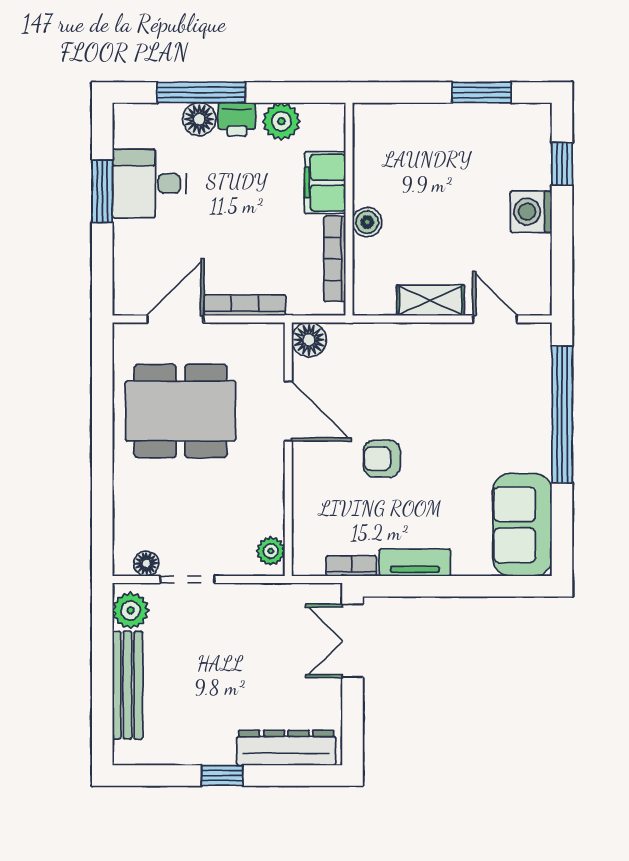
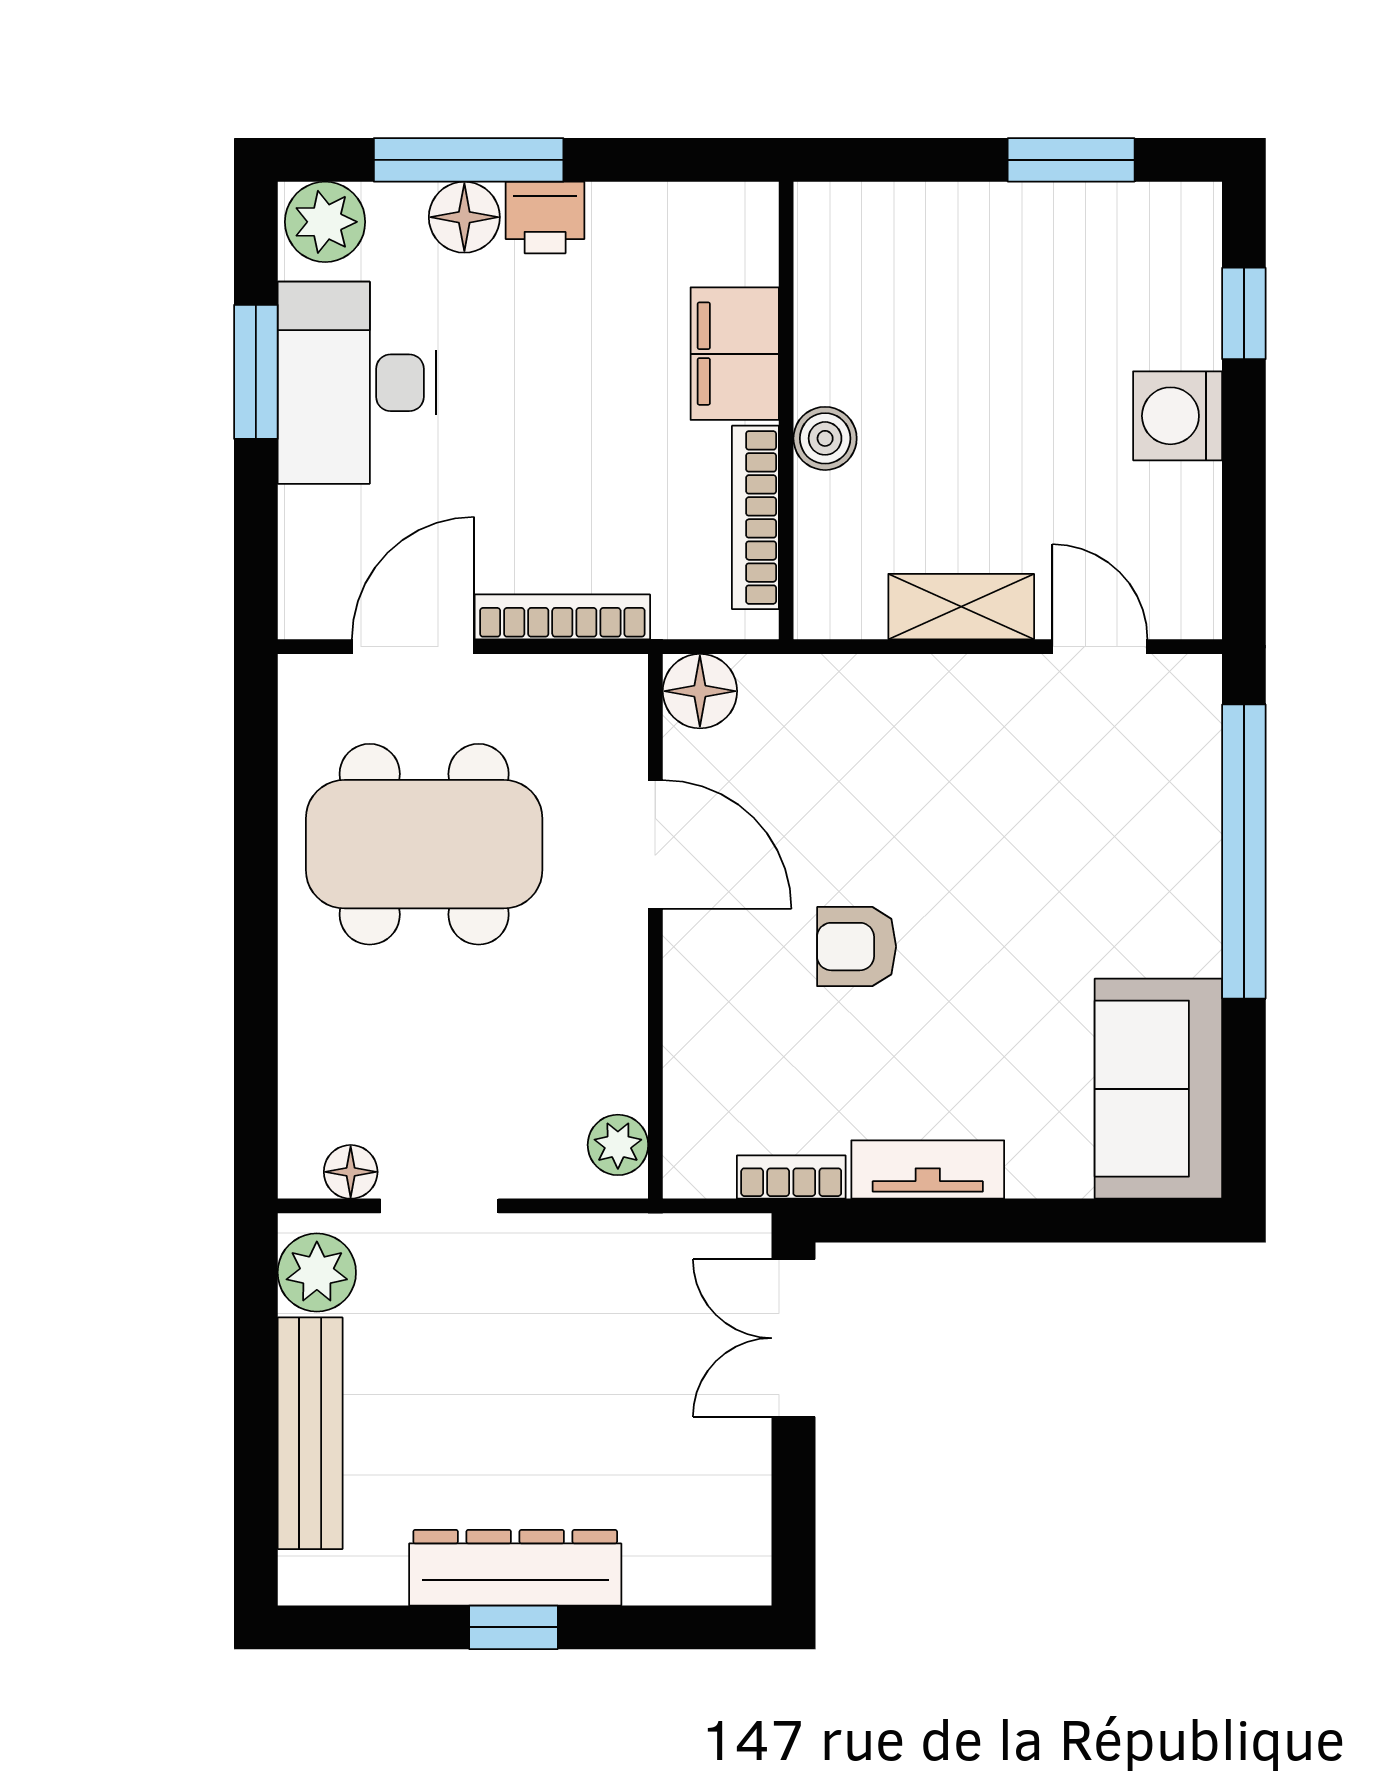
plant: (281, 121) -> (325, 222), moved
desk: (149, 183) -> (357, 383), width x1.37
dresser: (286, 748) -> (515, 1568), moved

